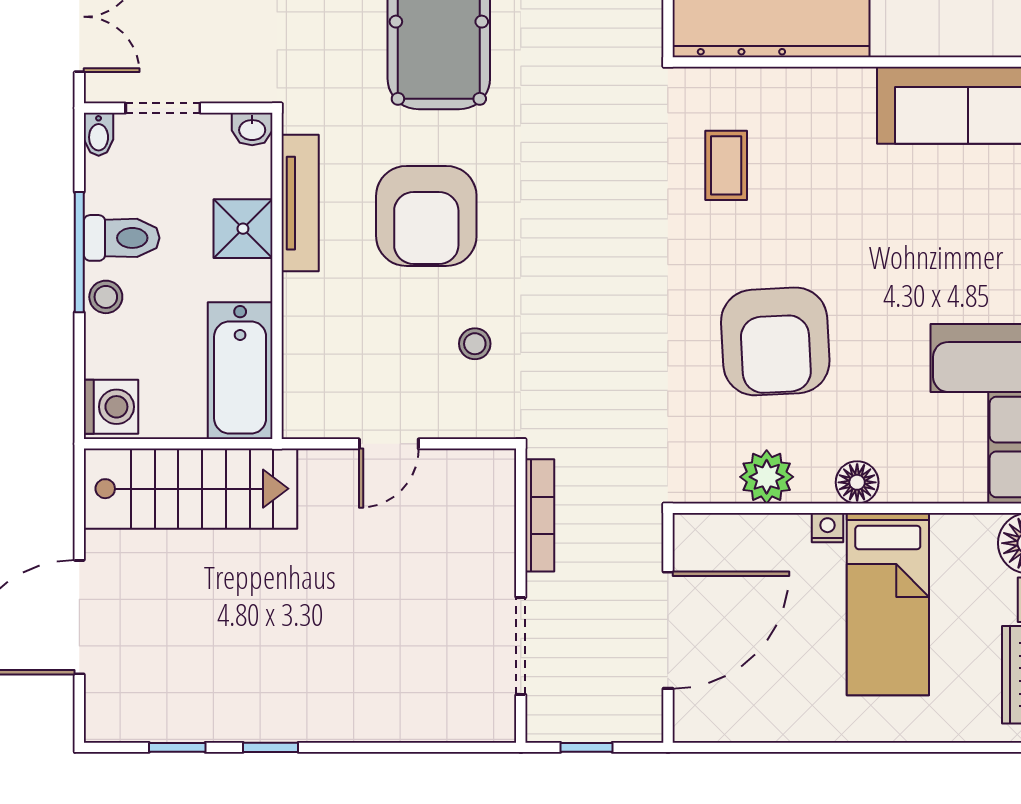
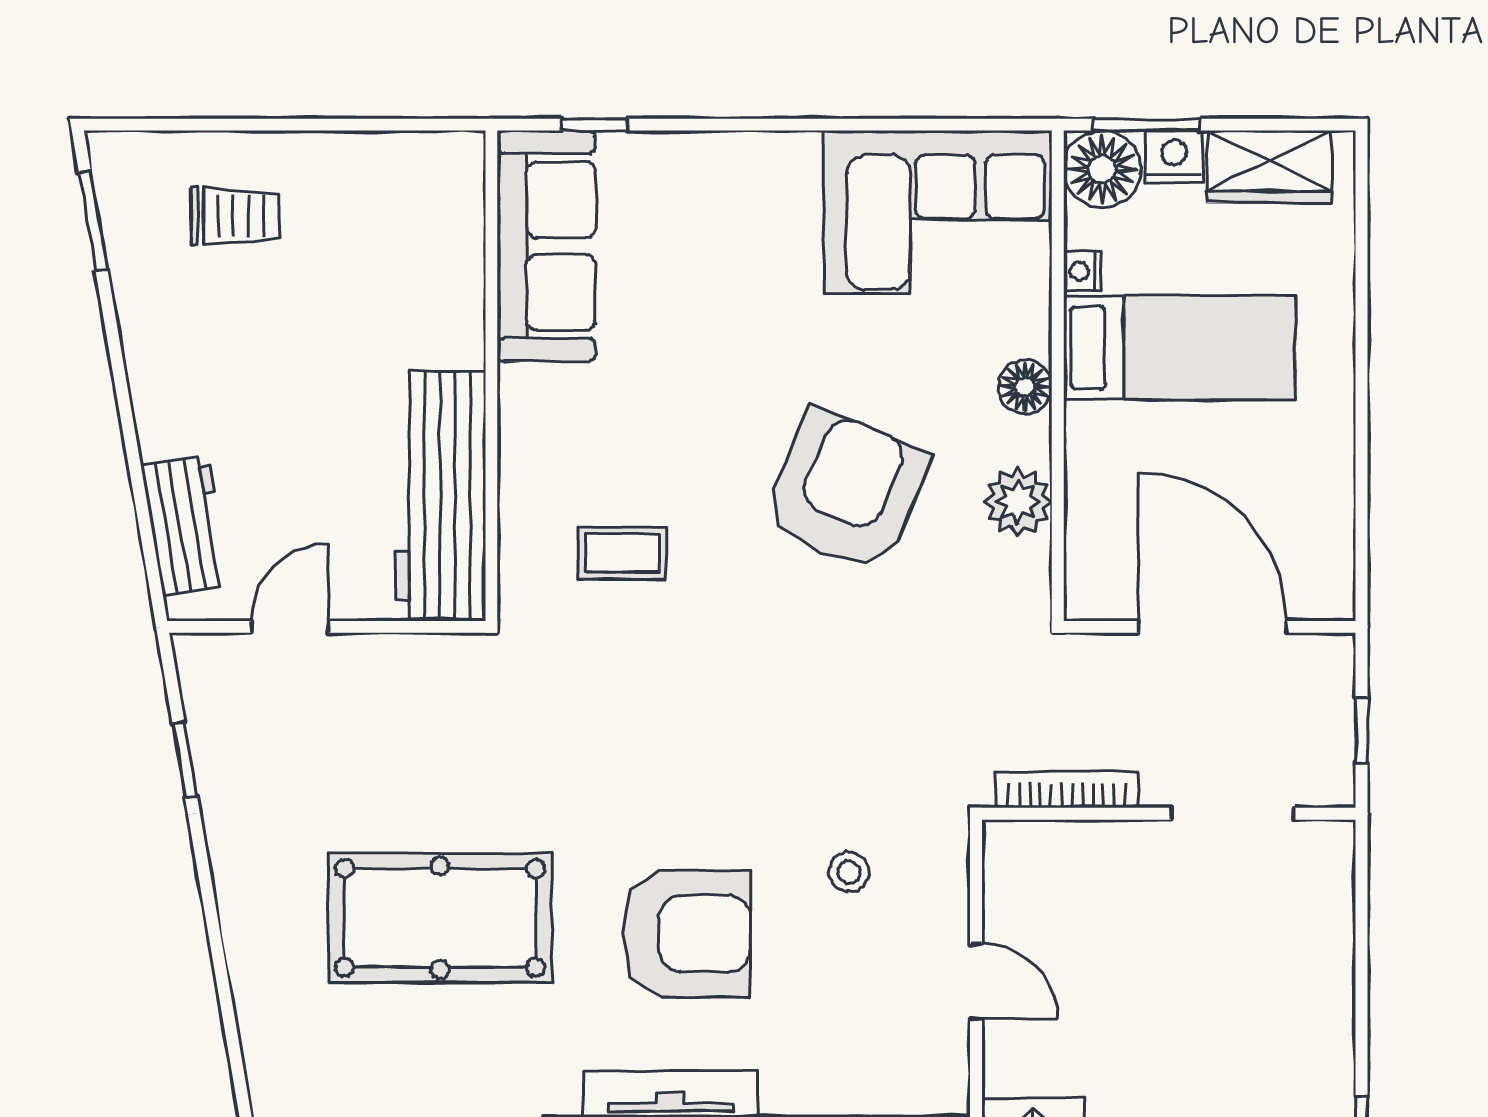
armchair: (775, 341) -> (846, 491), turned -64
nightstand: (827, 528) -> (1082, 271), moved

